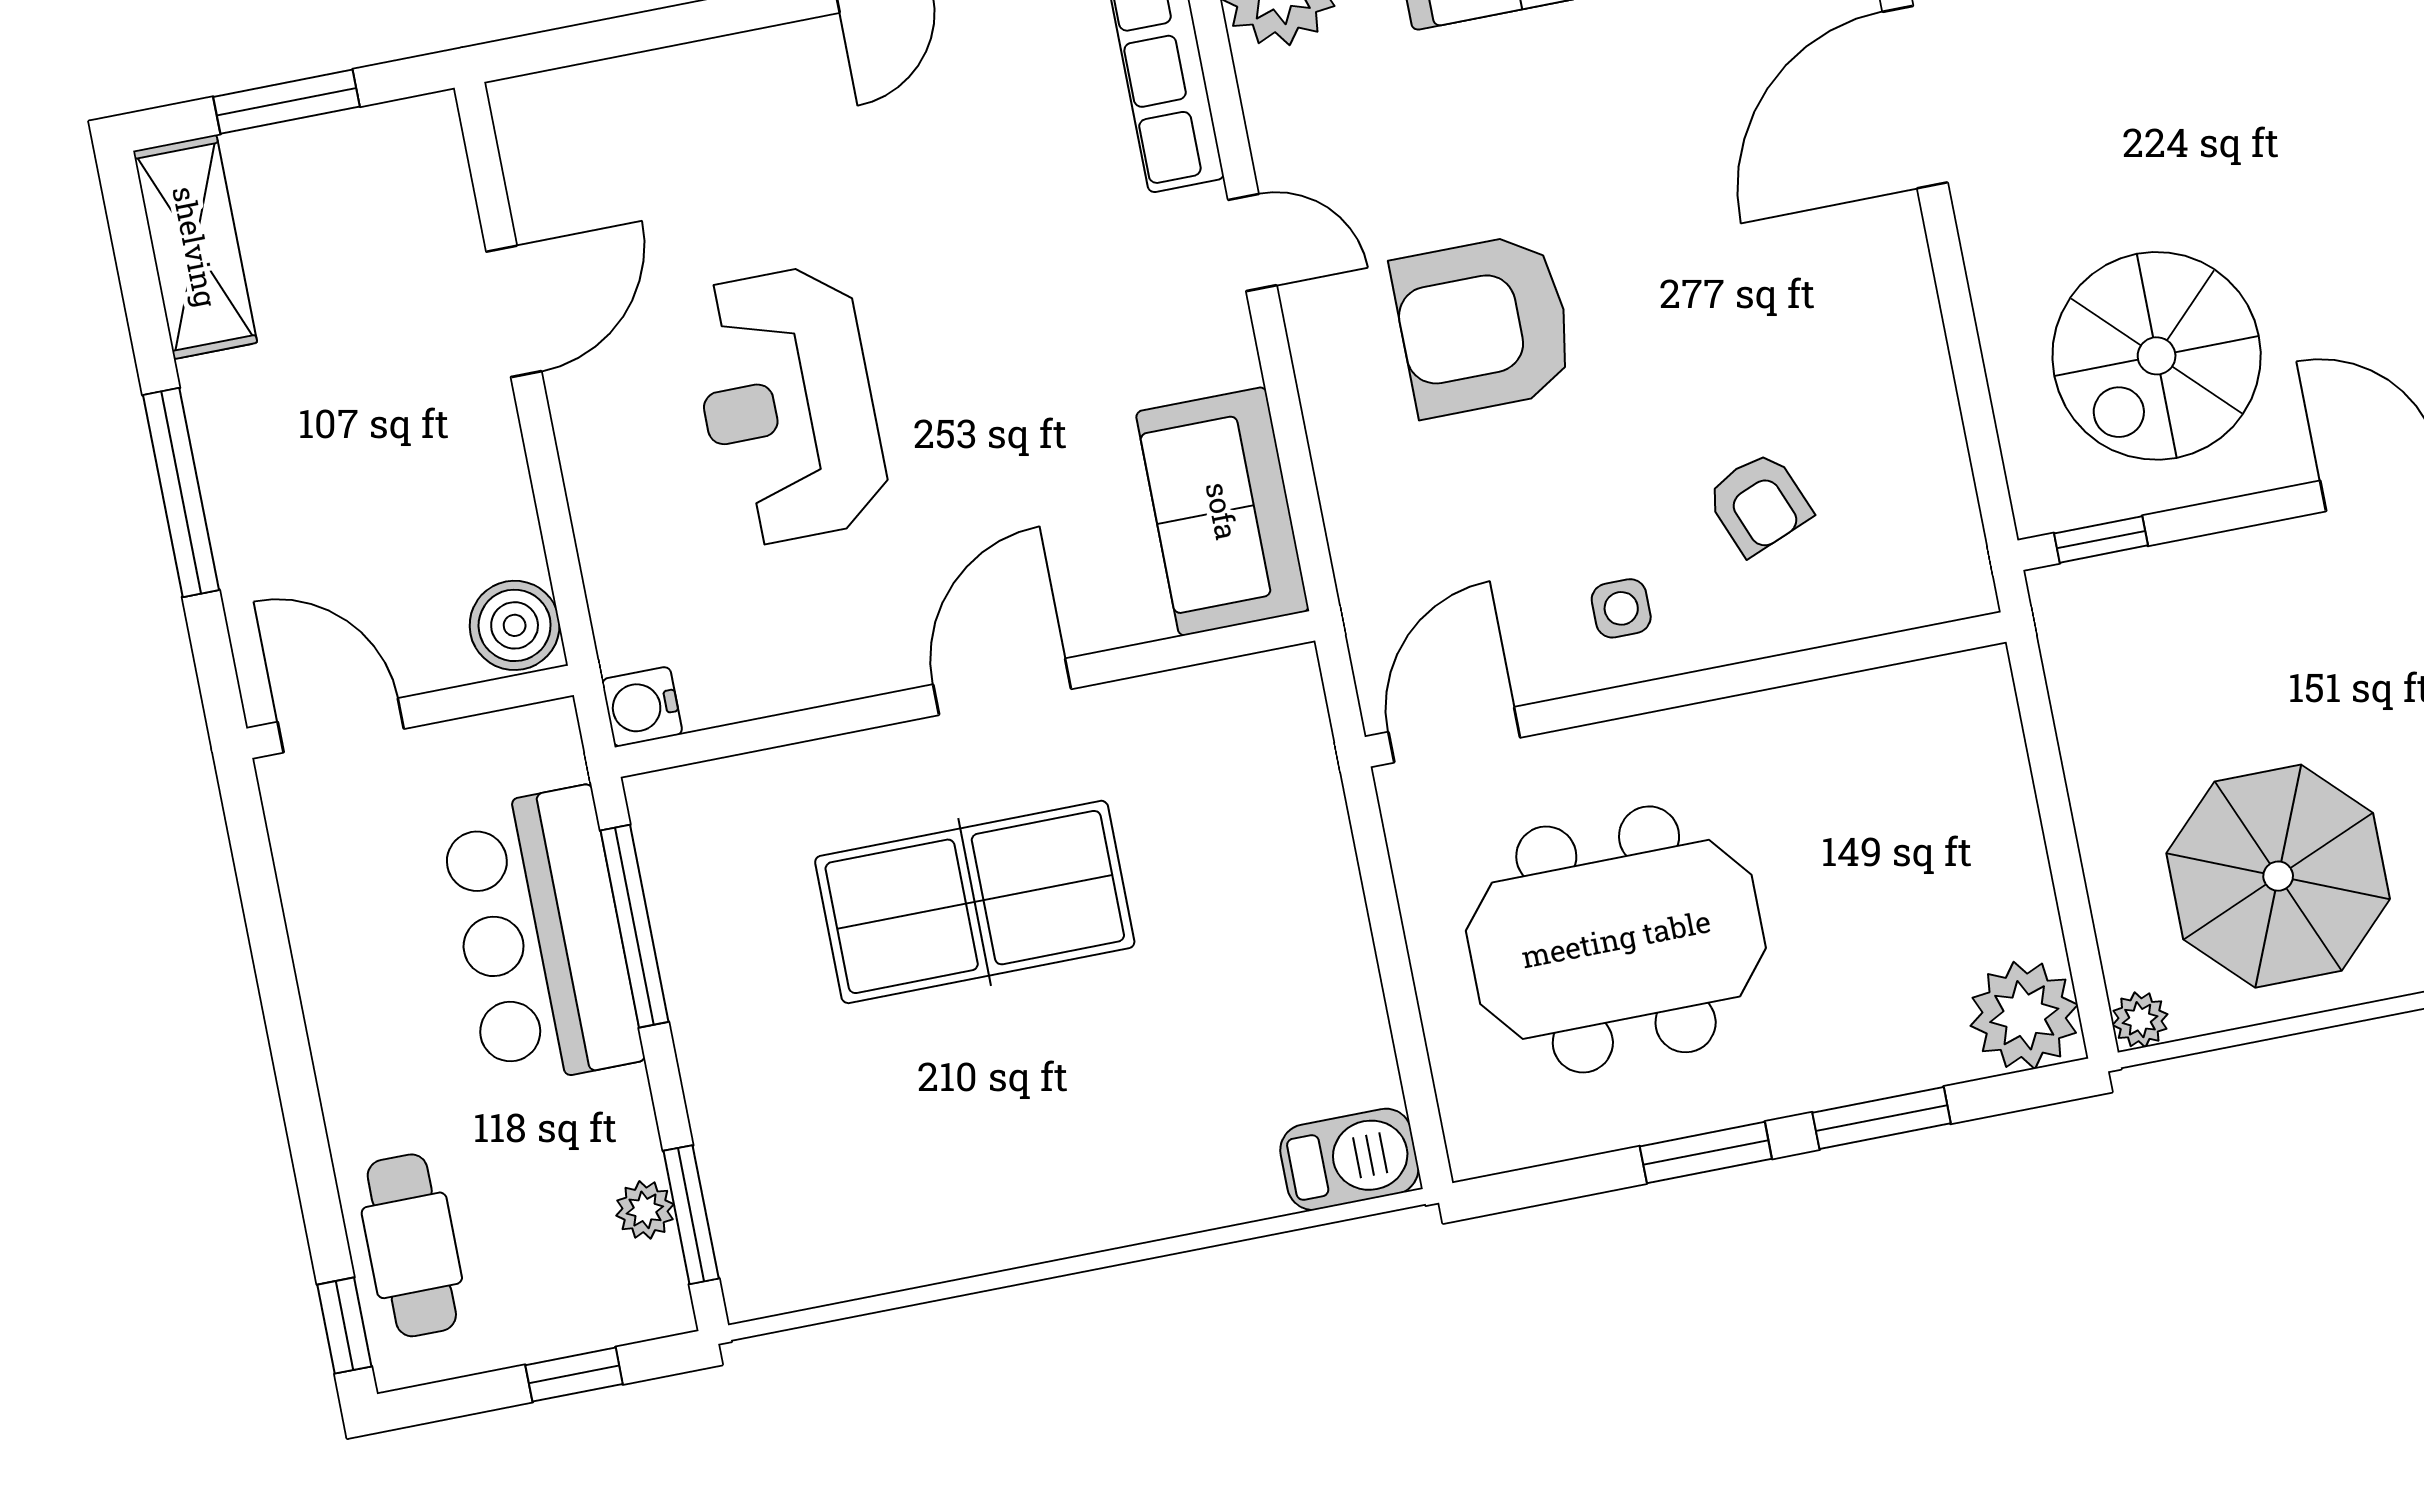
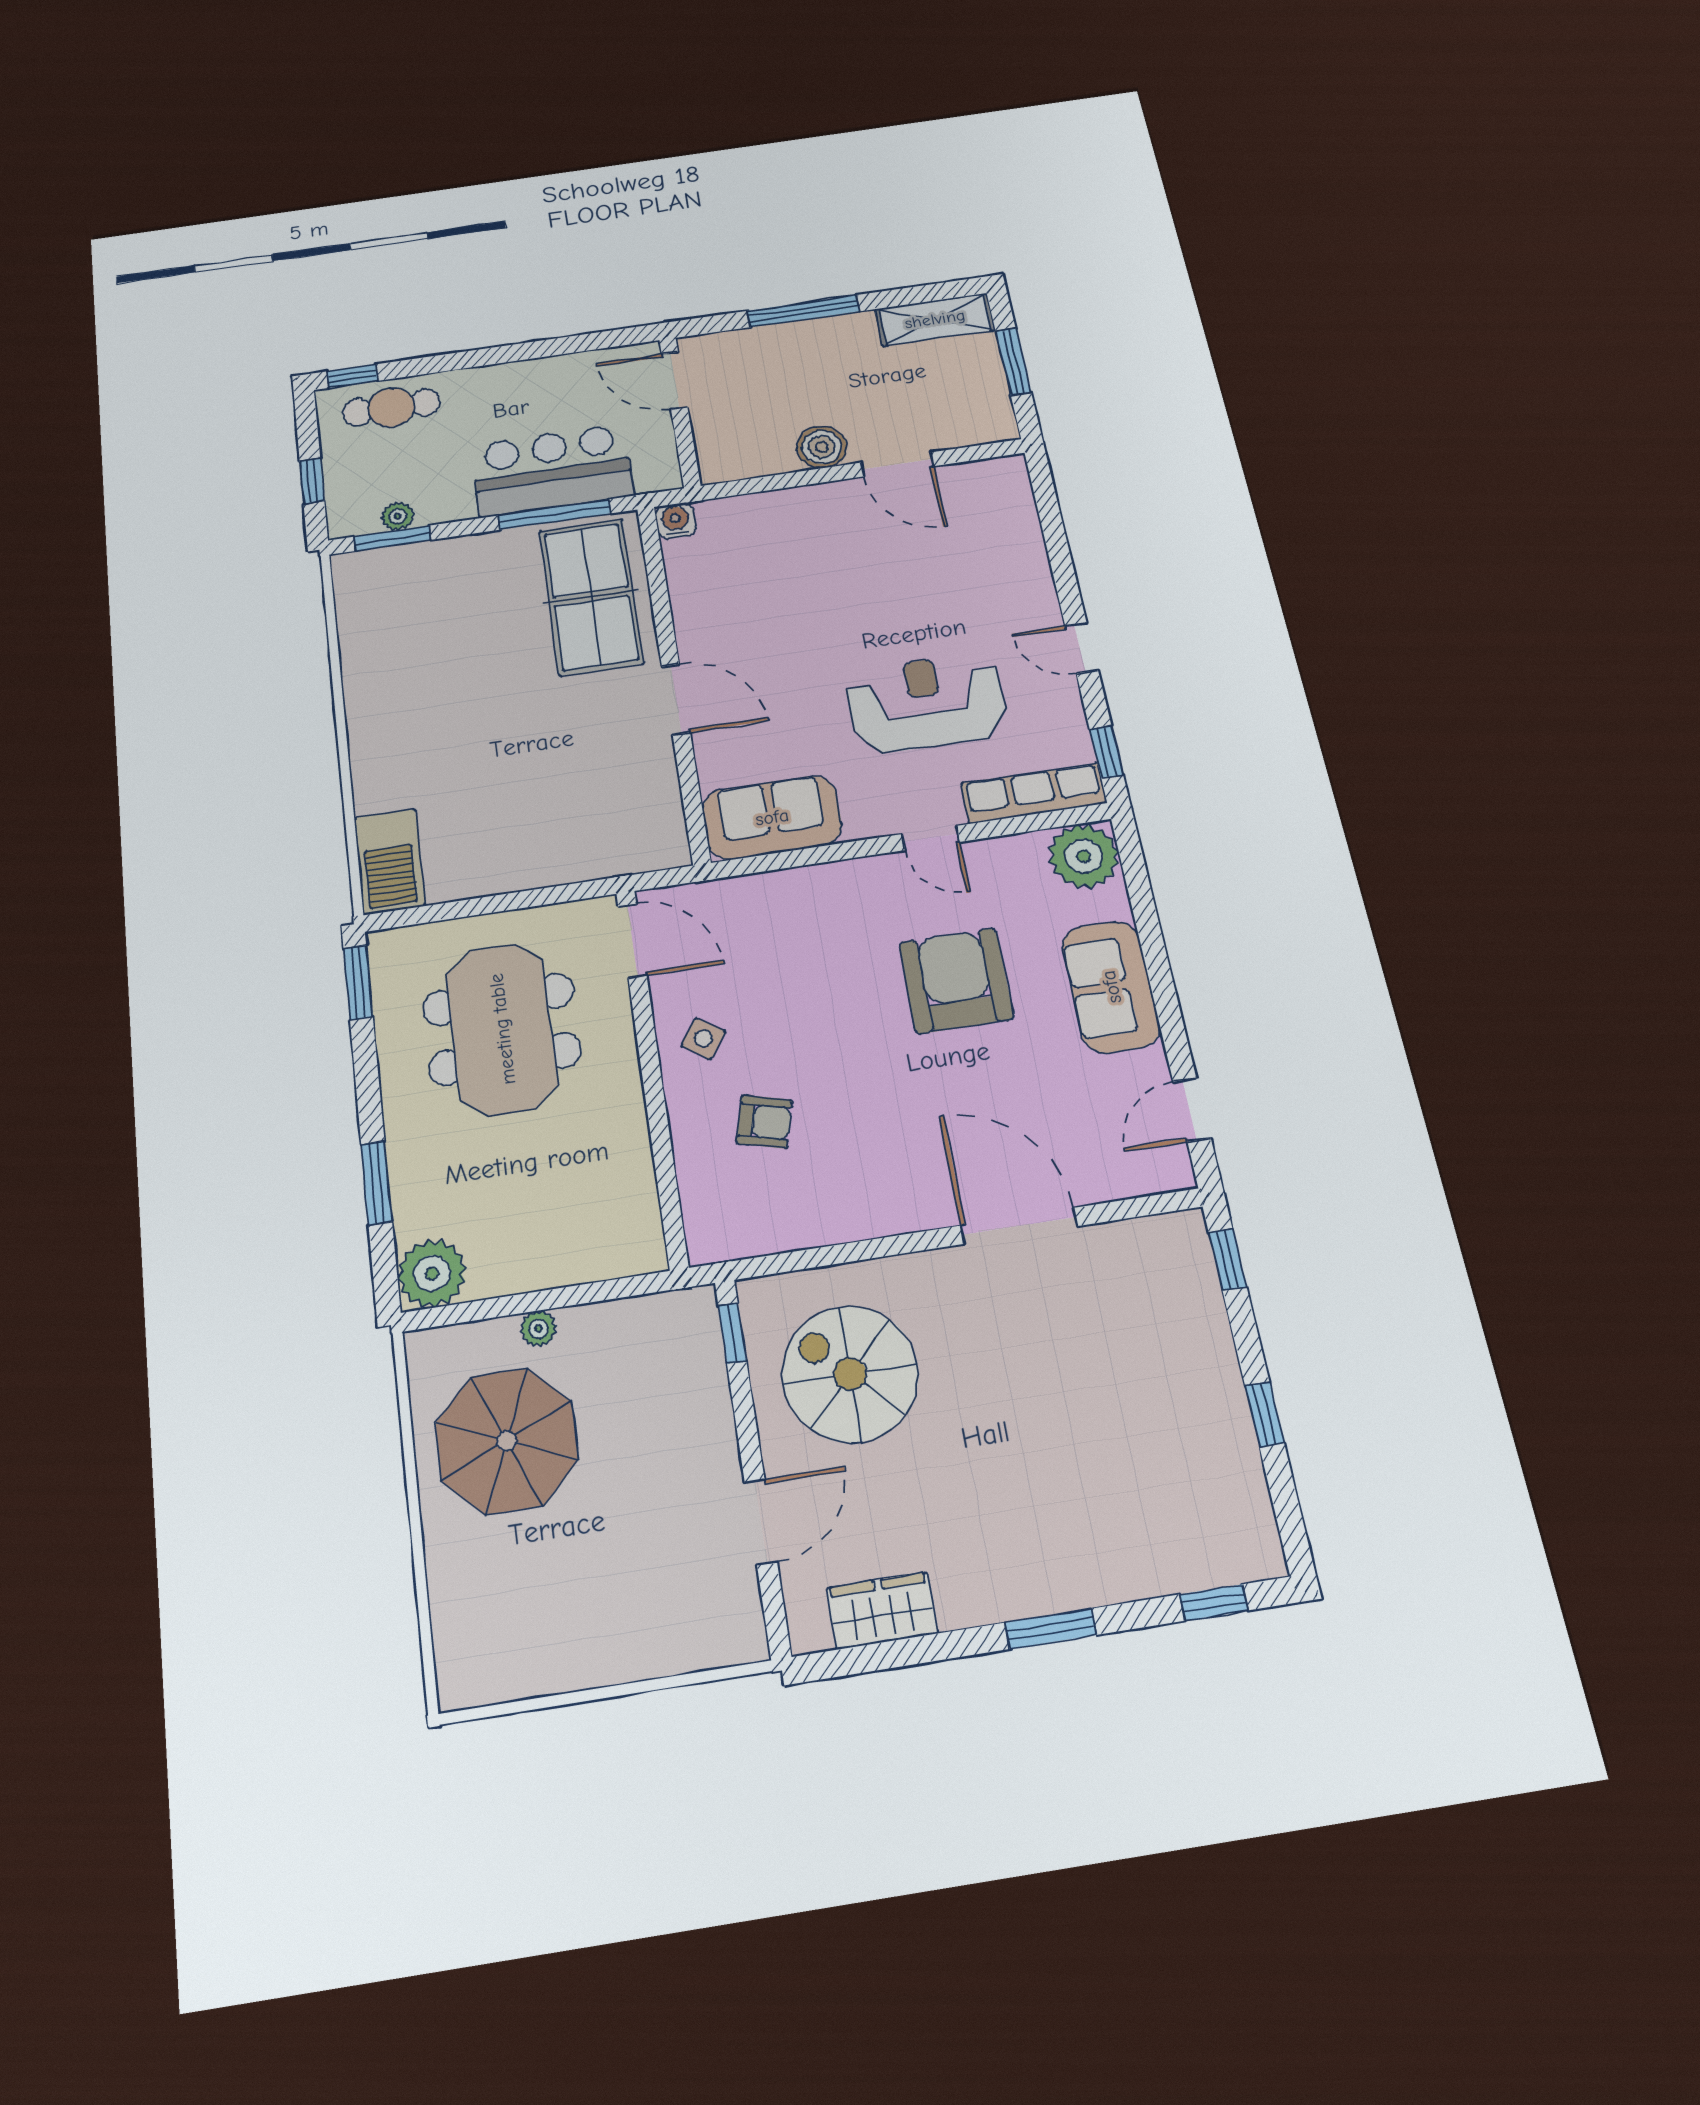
door: (1252, 243) -> (931, 838), hinge flipped
armchair: (1483, 325) -> (956, 981), moved
reception desk: (788, 405) -> (926, 703), moved
armchair: (1759, 503) -> (764, 1122), turned -143
side table: (1621, 608) -> (703, 1038), turned 35
boiler: (515, 625) -> (822, 447), moved
door: (341, 725) -> (674, 380), swing flipped
table tennis table: (975, 902) -> (591, 597), moved
plant: (2140, 1020) -> (539, 1329), moved
window: (1706, 1153) -> (358, 982), moved
barbecue: (1349, 1159) -> (389, 862), width x1.37, depth x1.21

